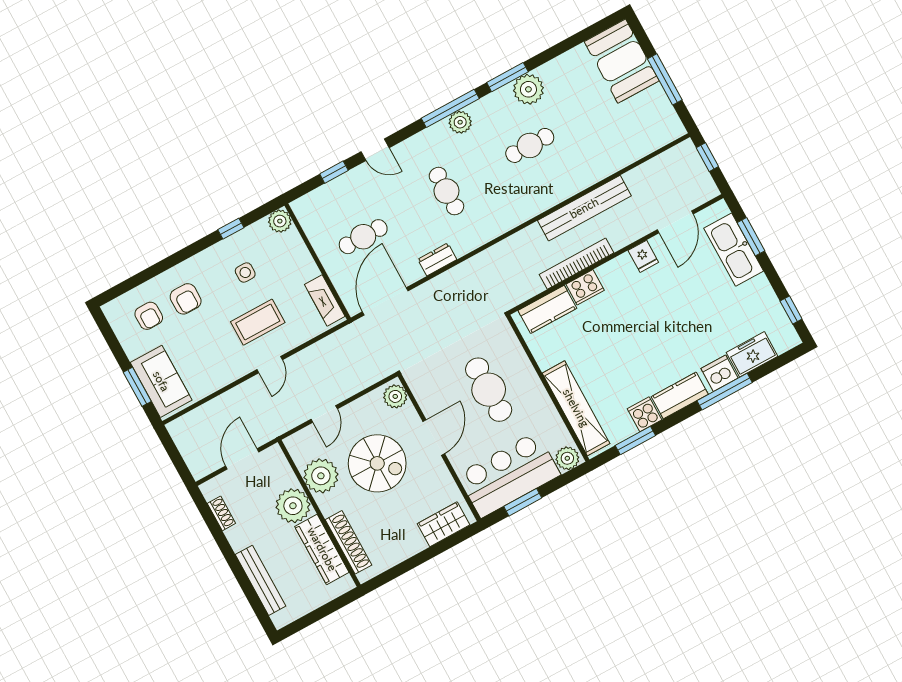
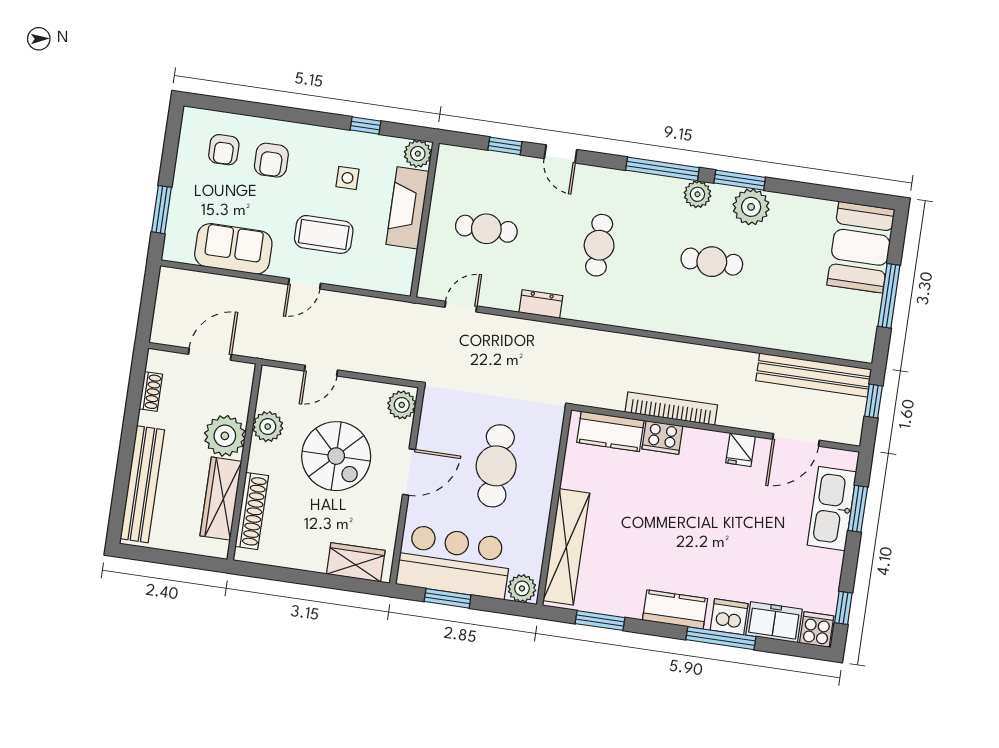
plant: (460, 122) -> (697, 194), moved
bench: (584, 208) -> (814, 375), moved
fireplace: (325, 300) -> (407, 208), moved, width x1.37, depth x1.32
door: (385, 301) -> (461, 307), width x0.53
sofa: (161, 381) -> (233, 249), moved, turned -90
cooker: (645, 414) -> (817, 630), moved
plant: (321, 476) -> (268, 427), width x0.73, depth x0.73
bench: (261, 580) -> (142, 484), width x1.37, depth x1.21

